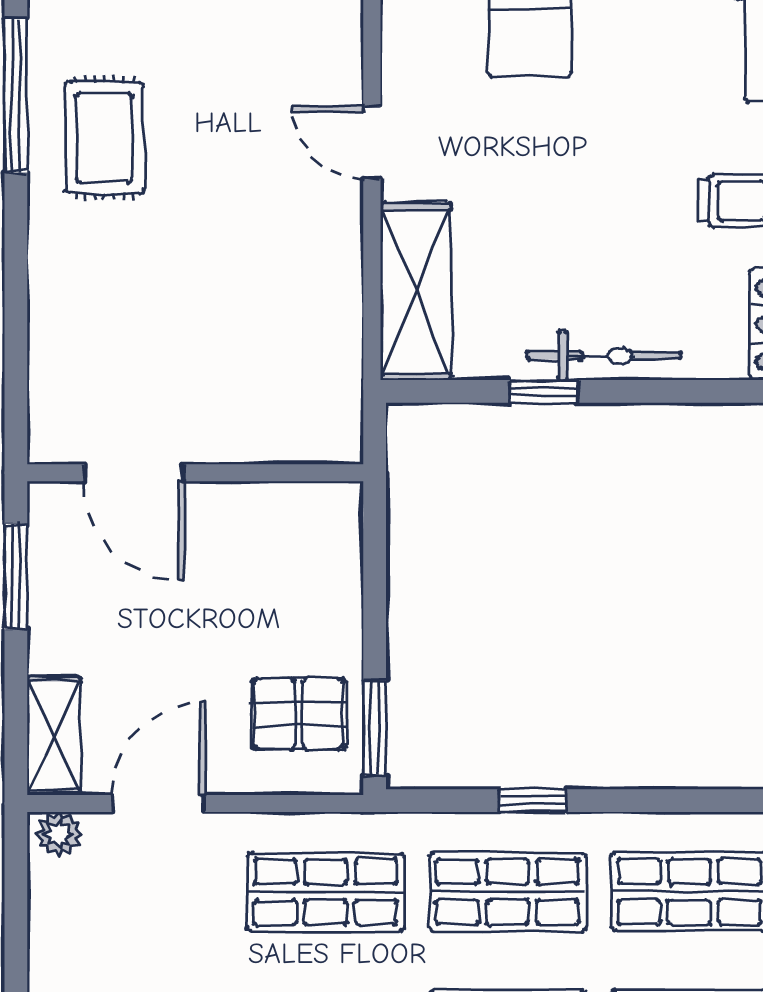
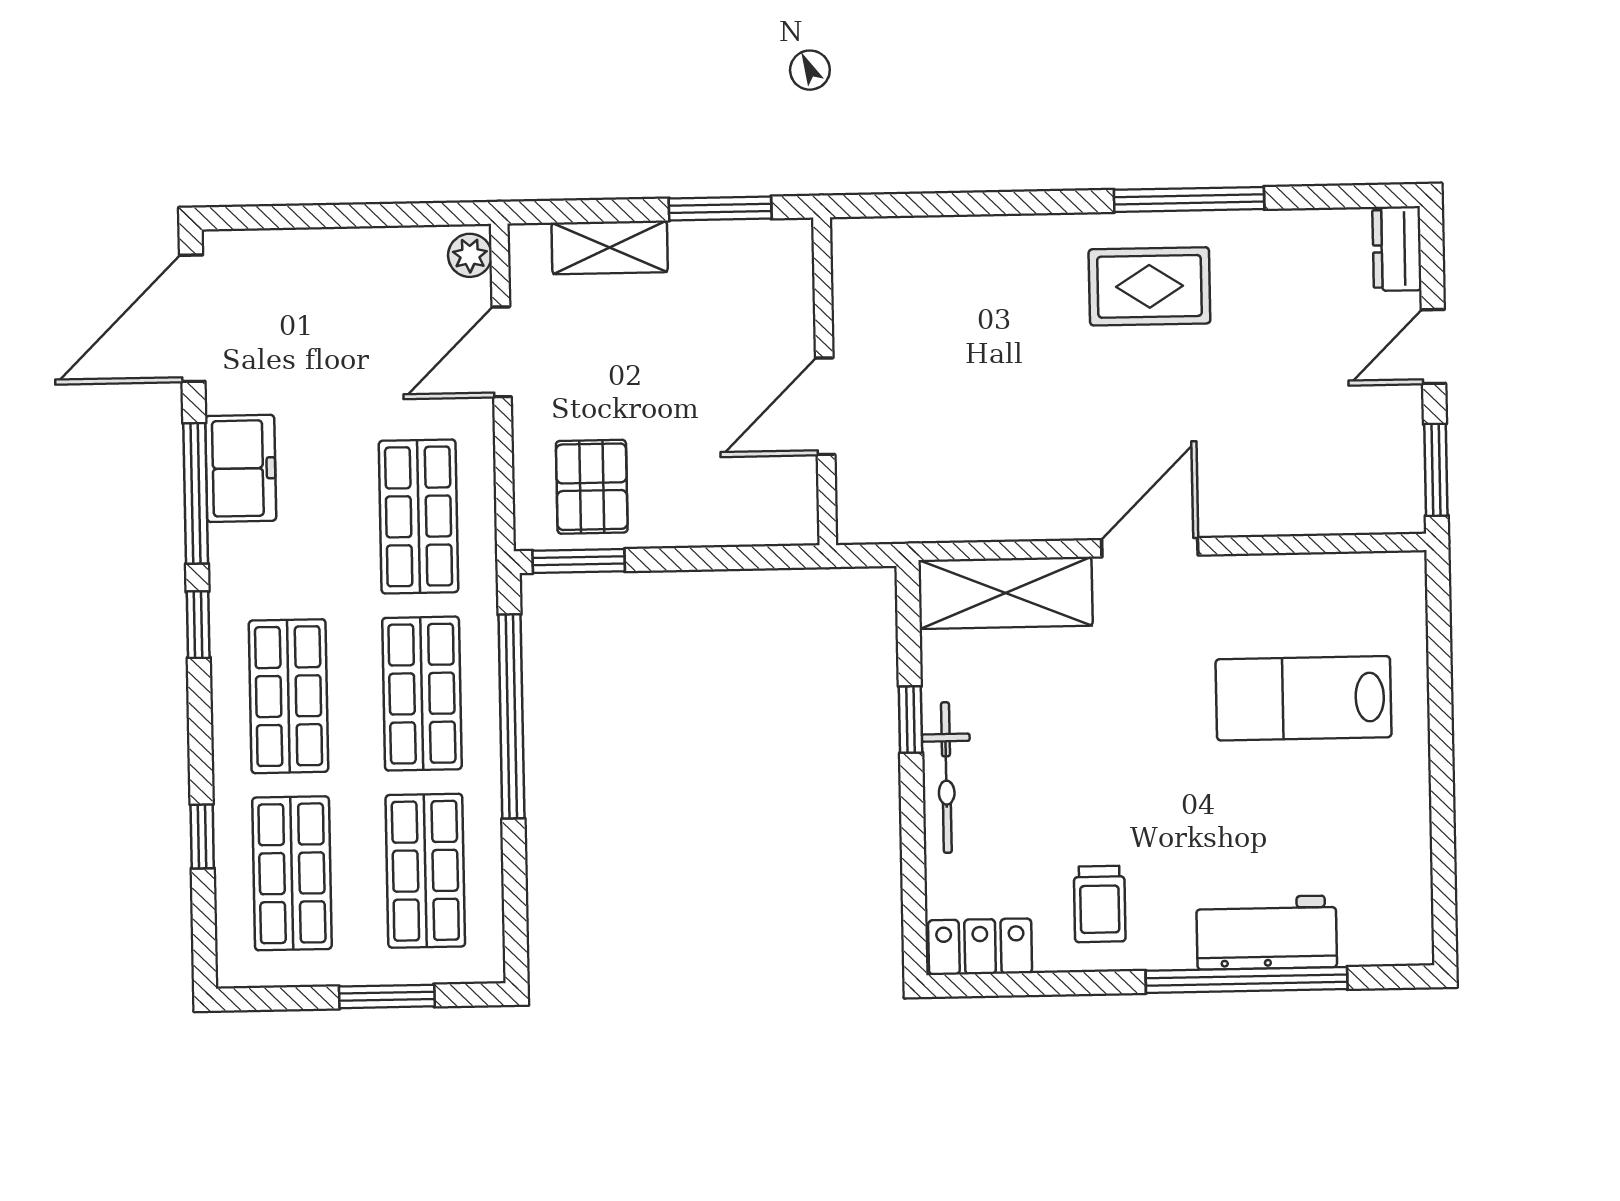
door: (372, 143) -> (1150, 547), width x1.38
door: (134, 473) -> (825, 406), moved
shelving: (54, 736) -> (610, 247), moved
window: (533, 801) -> (511, 716), width x3.17
door: (159, 803) -> (502, 352), swing flipped

